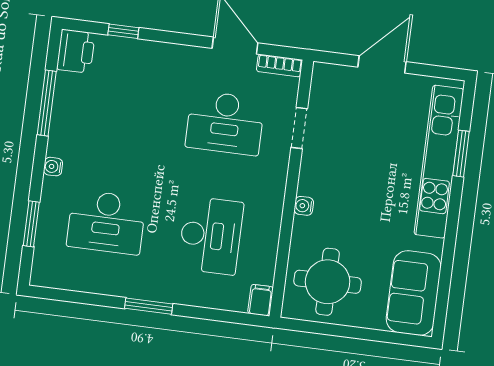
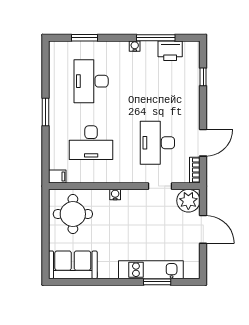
printer: (76, 51) -> (170, 51), moved
plant: (330, 83) -> (188, 201), added
kitchen unit: (439, 162) -> (151, 270), width x0.73
water cooler: (53, 167) -> (135, 46), moved

